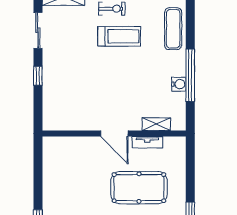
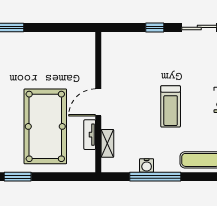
treadmill: (119, 36) -> (171, 106), moved
pool table: (139, 188) -> (45, 126), width x1.36, depth x1.32

